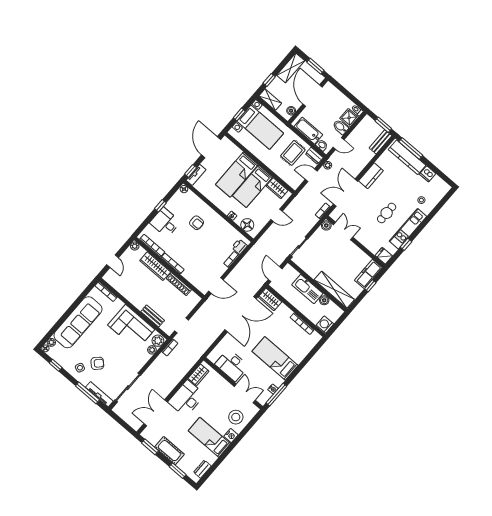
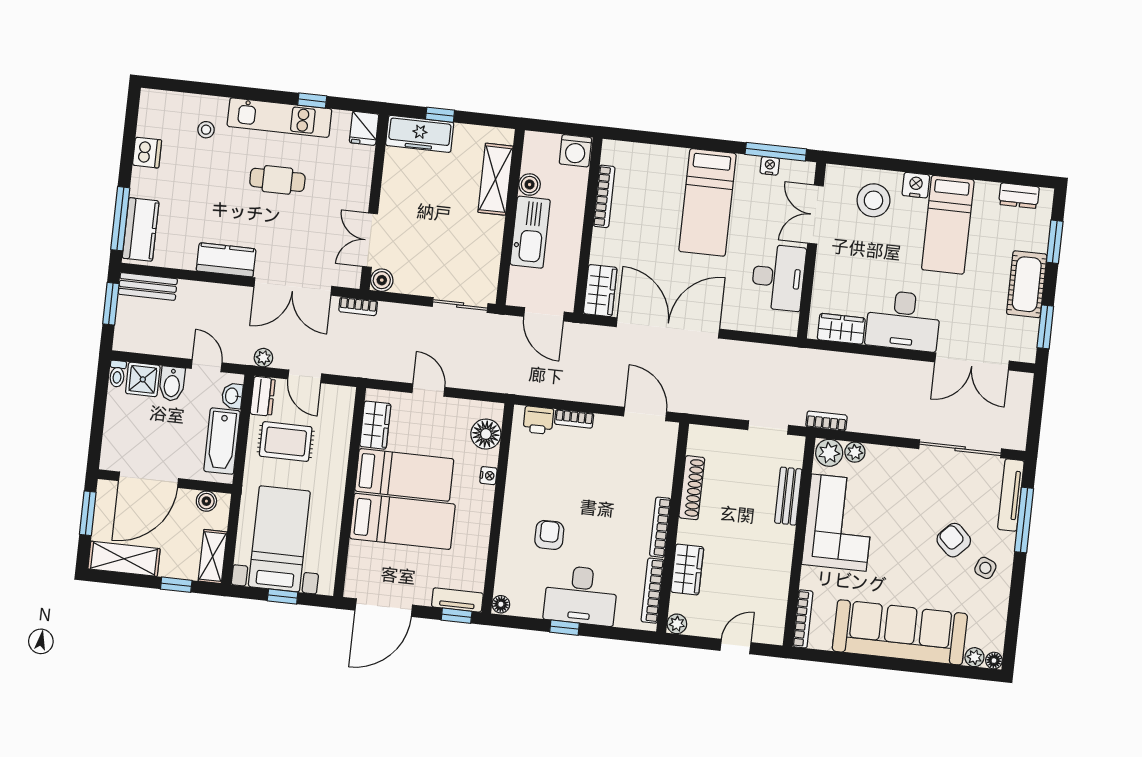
kitchen counter: (407, 157) -> (141, 229), width x0.67
desk: (165, 222) -> (581, 595), width x1.37
wardrobe: (155, 266) -> (687, 569), width x0.67
door: (275, 274) -> (544, 314), hinge flipped
shelving: (334, 290) -> (496, 179), width x0.68
window: (56, 365) -> (1013, 618), removed

